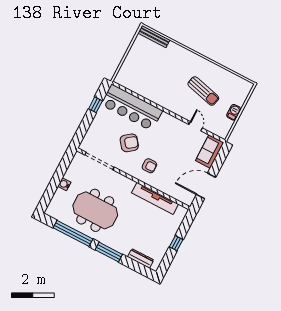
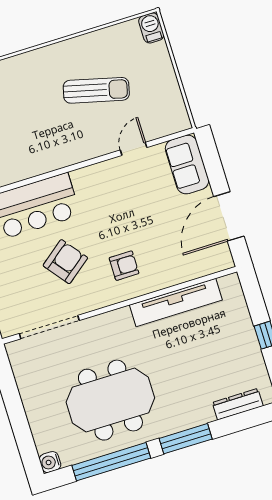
barbecue: (234, 112) -> (151, 28), moved
door: (196, 126) -> (134, 149), hinge flipped
water cooler: (64, 184) -> (50, 462), moved

